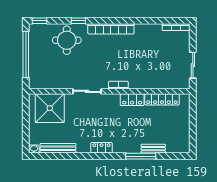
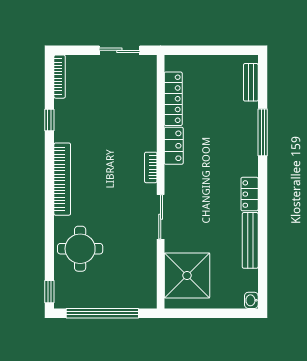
window: (78, 21) -> (49, 120), moved
bench: (58, 148) -> (250, 240), moved
bench: (153, 149) -> (251, 82), moved

